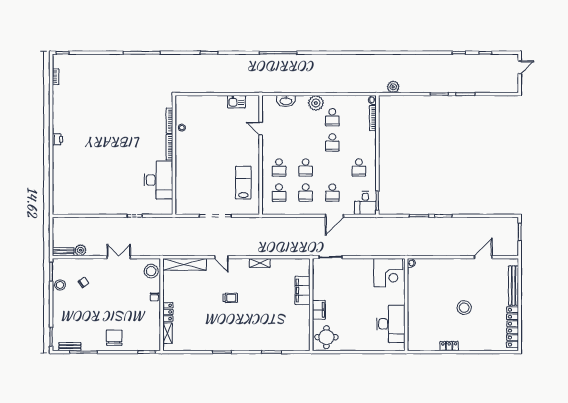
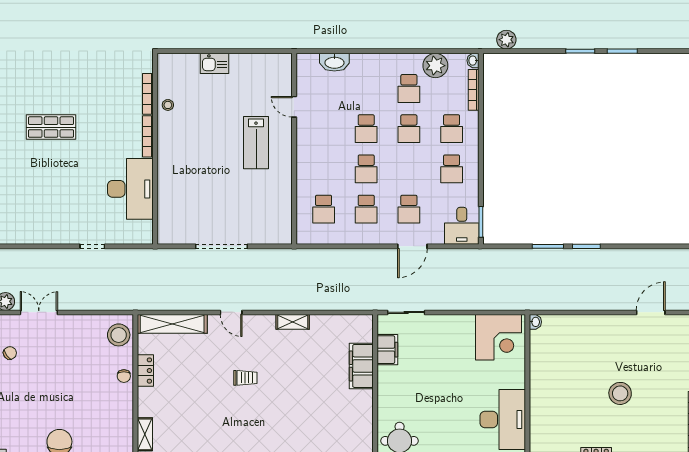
kitchen sink: (236, 102) -> (215, 63), moved
plant: (316, 103) -> (435, 66), moved
shop shelf: (109, 141) -> (51, 127), added
school desk: (359, 142) -> (452, 129), added
school desk: (279, 167) -> (366, 129), moved
lab bench: (243, 183) -> (256, 143), moved, turned 180
double door: (119, 257) -> (39, 312), moved
filing cabinet: (319, 310) -> (387, 350), moved
locker: (168, 312) -> (145, 371), moved

